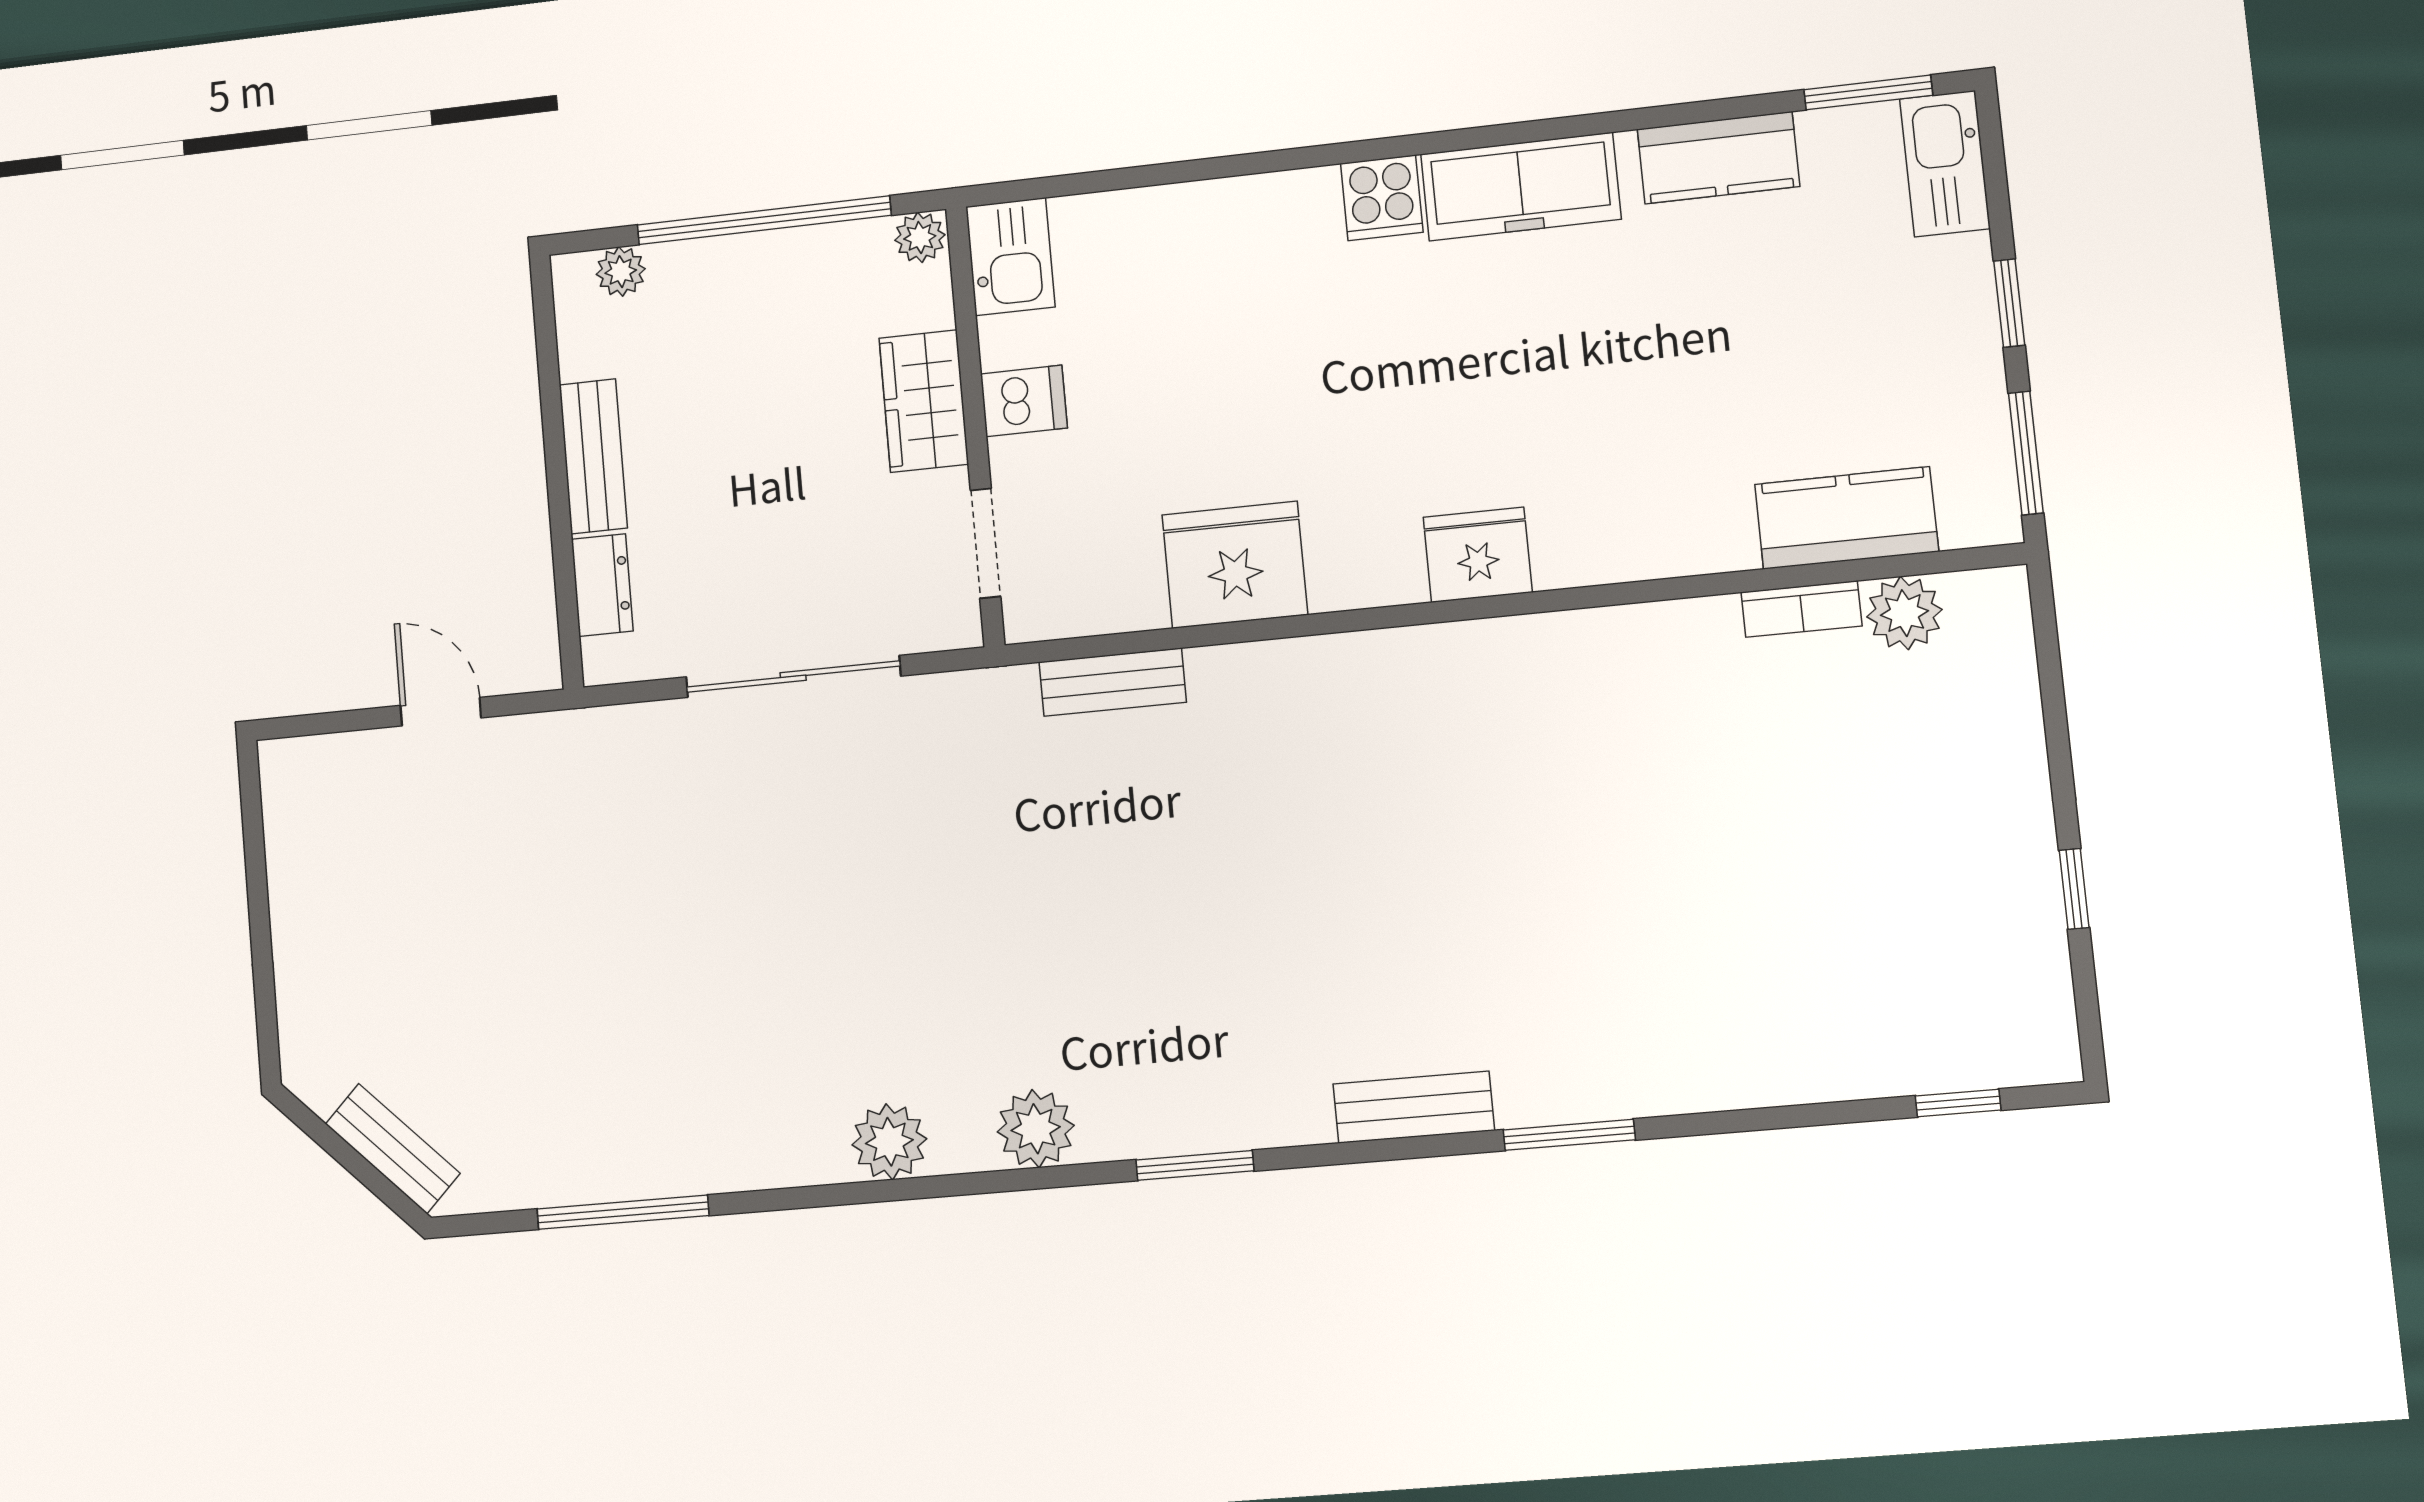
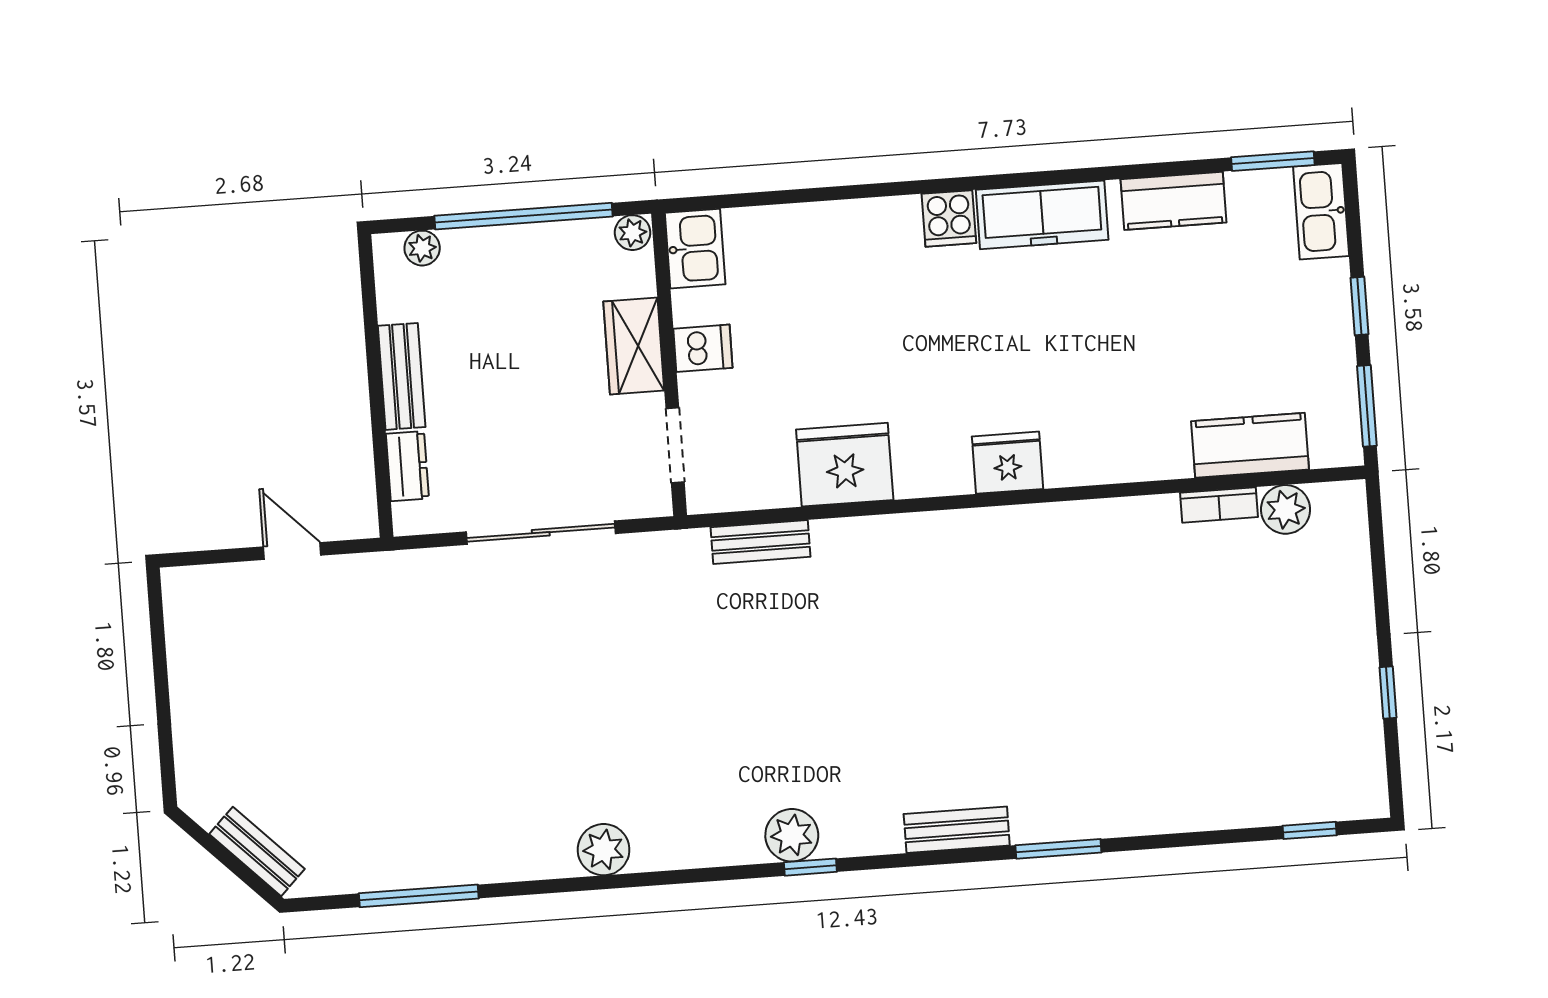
plant: (1036, 1129) -> (792, 835), moved
window: (1195, 1165) -> (810, 867), width x0.67

